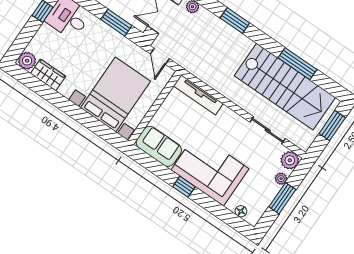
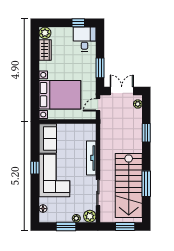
tv unit: (198, 95) -> (91, 158), moved

